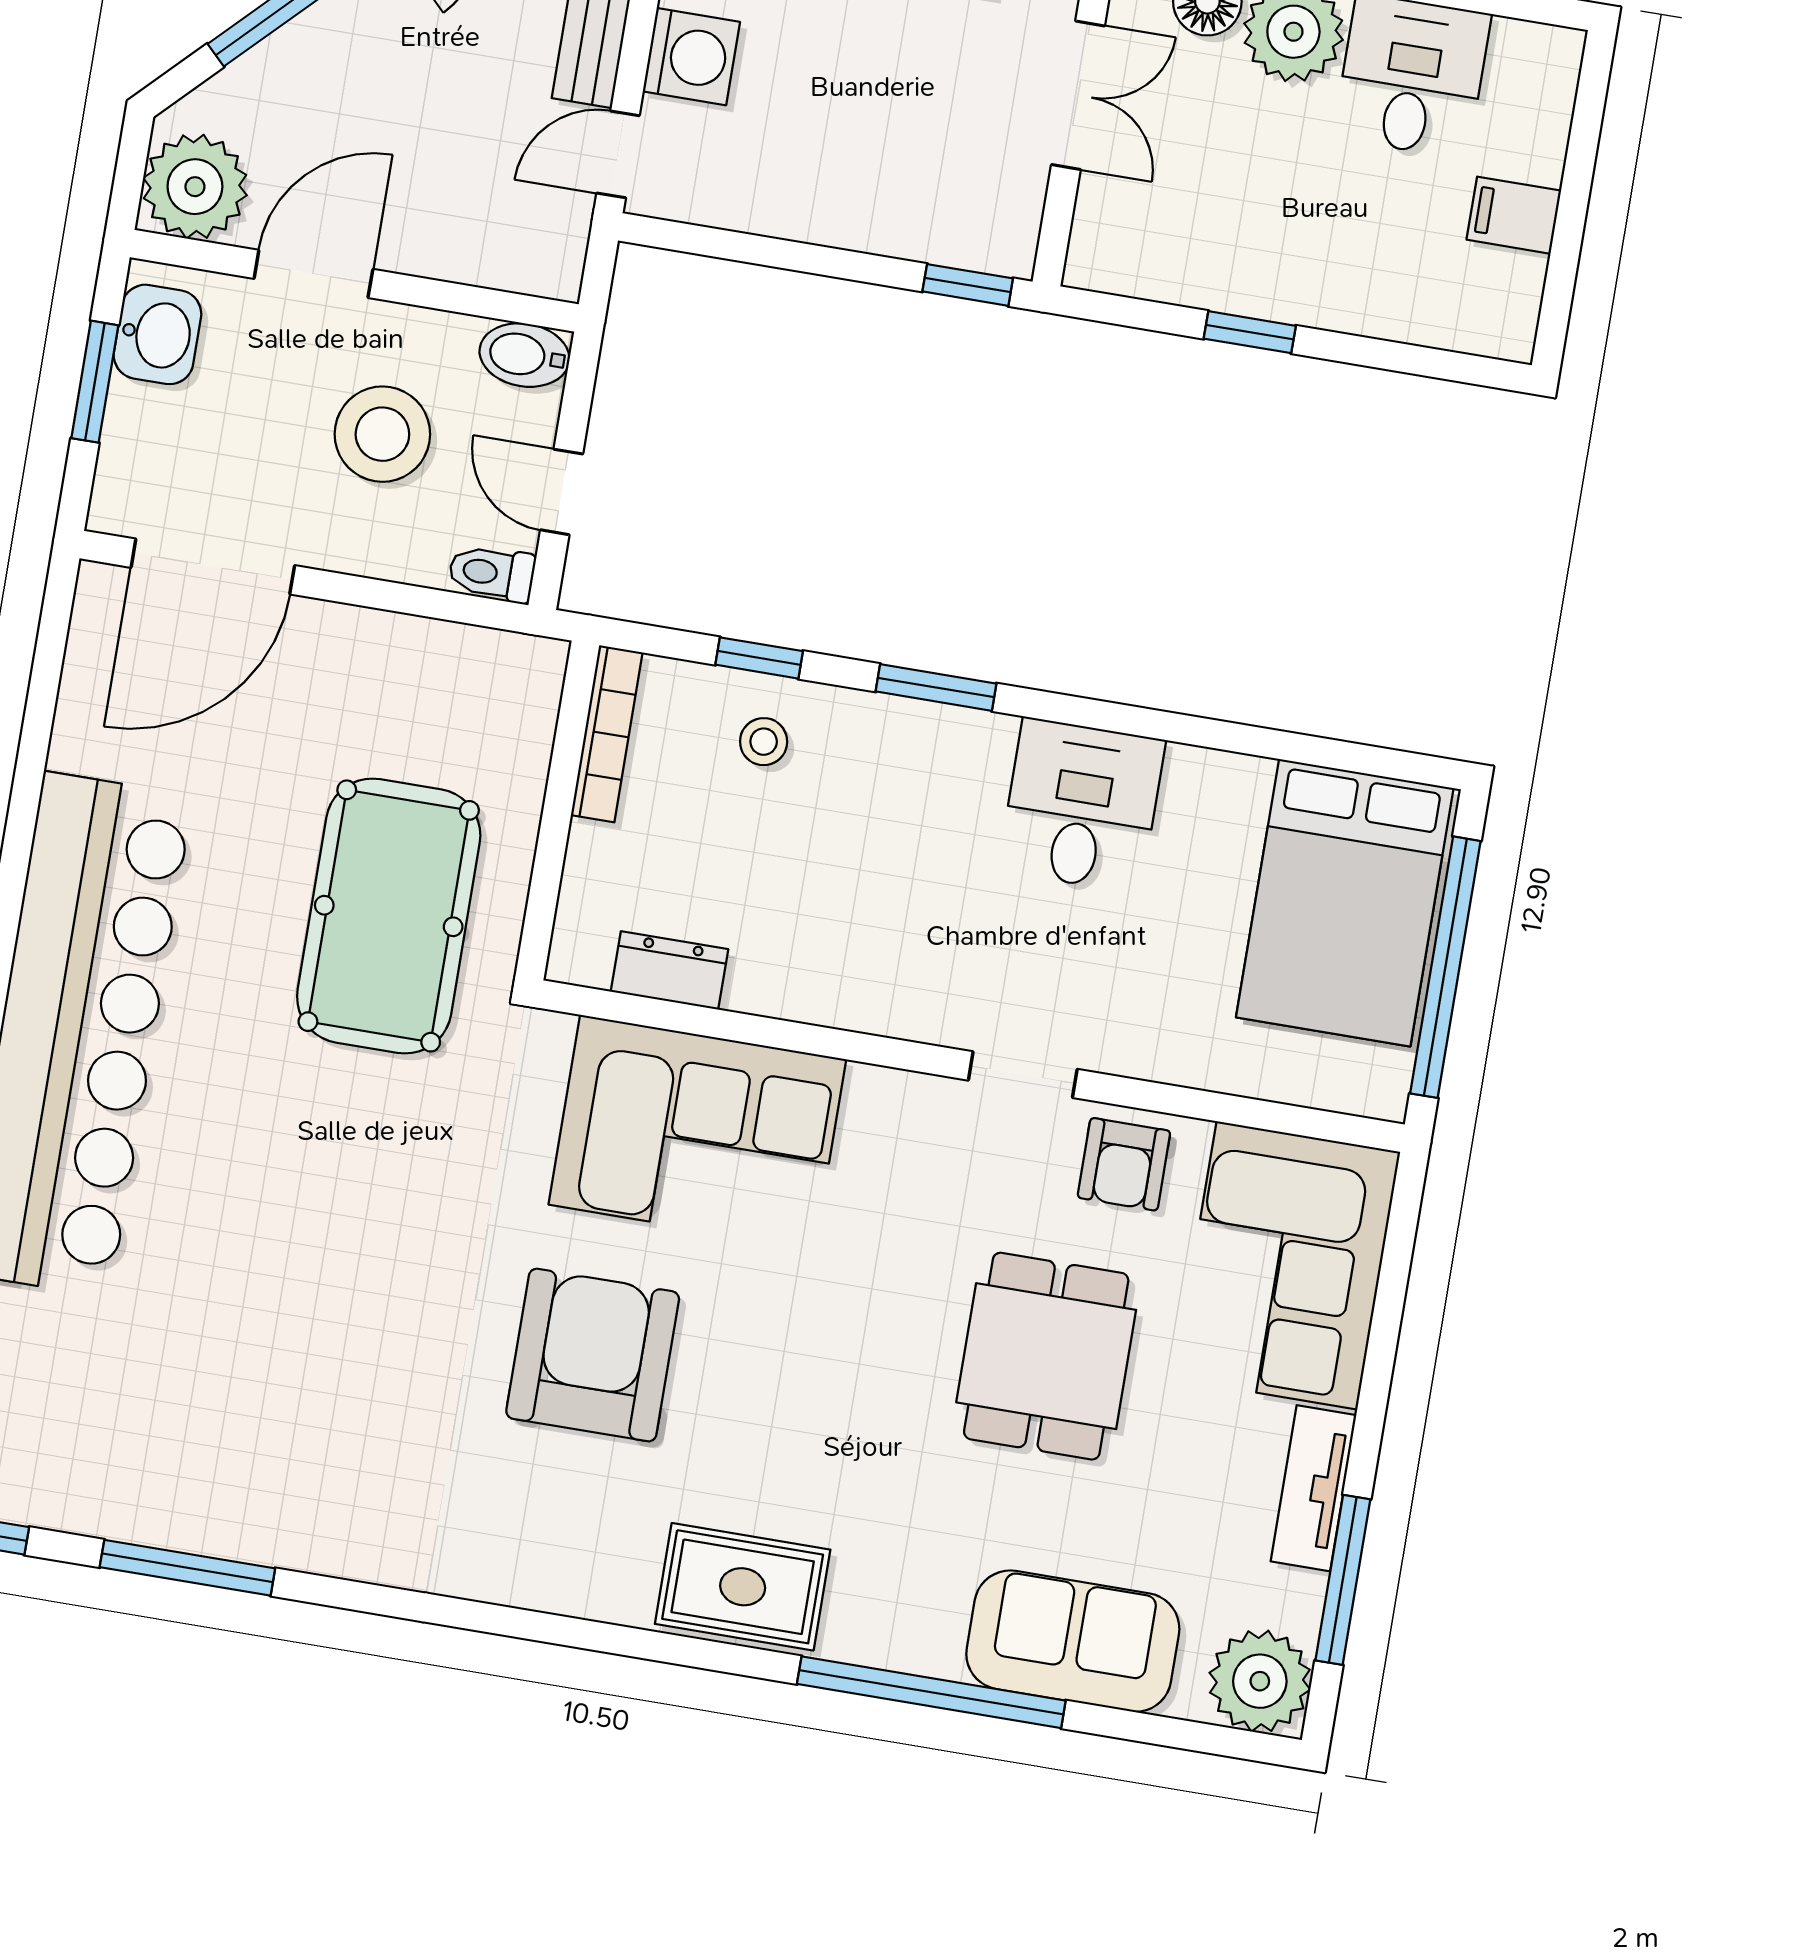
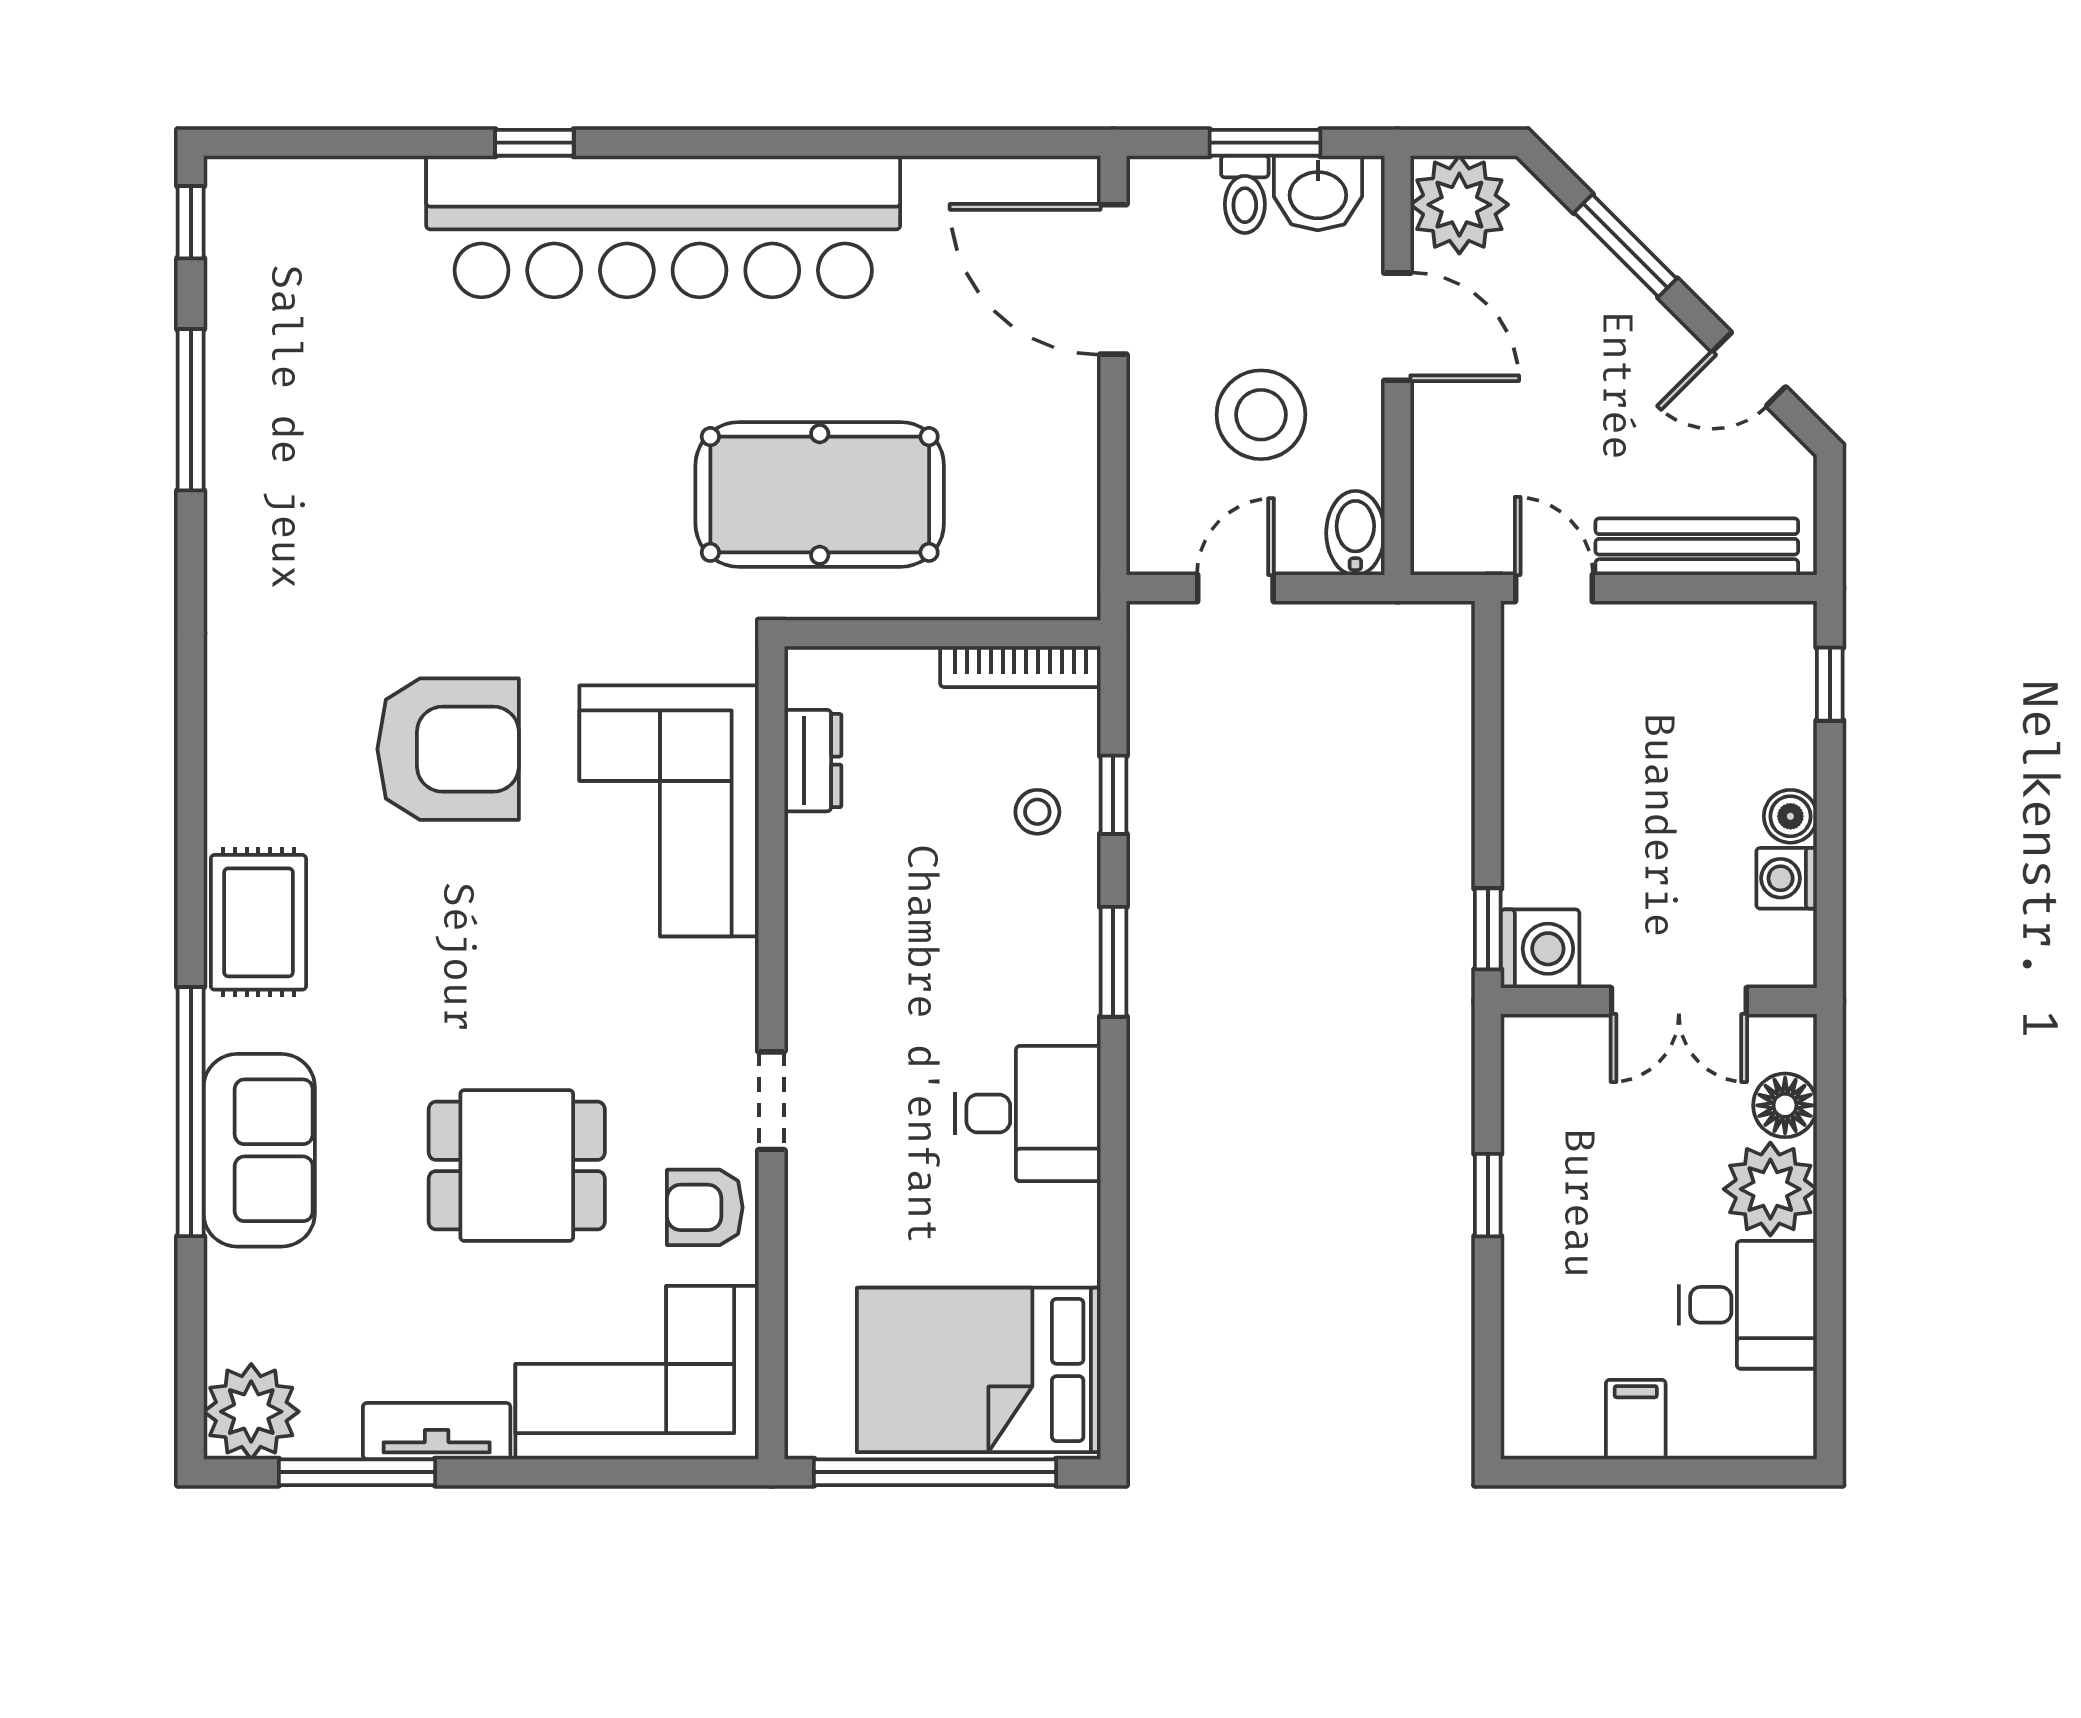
washing machine: (691, 57) -> (1540, 949), moved, turned -90
toilet: (492, 573) -> (1245, 194), moved, turned 180
sofa: (1073, 1641) -> (259, 1150), moved

